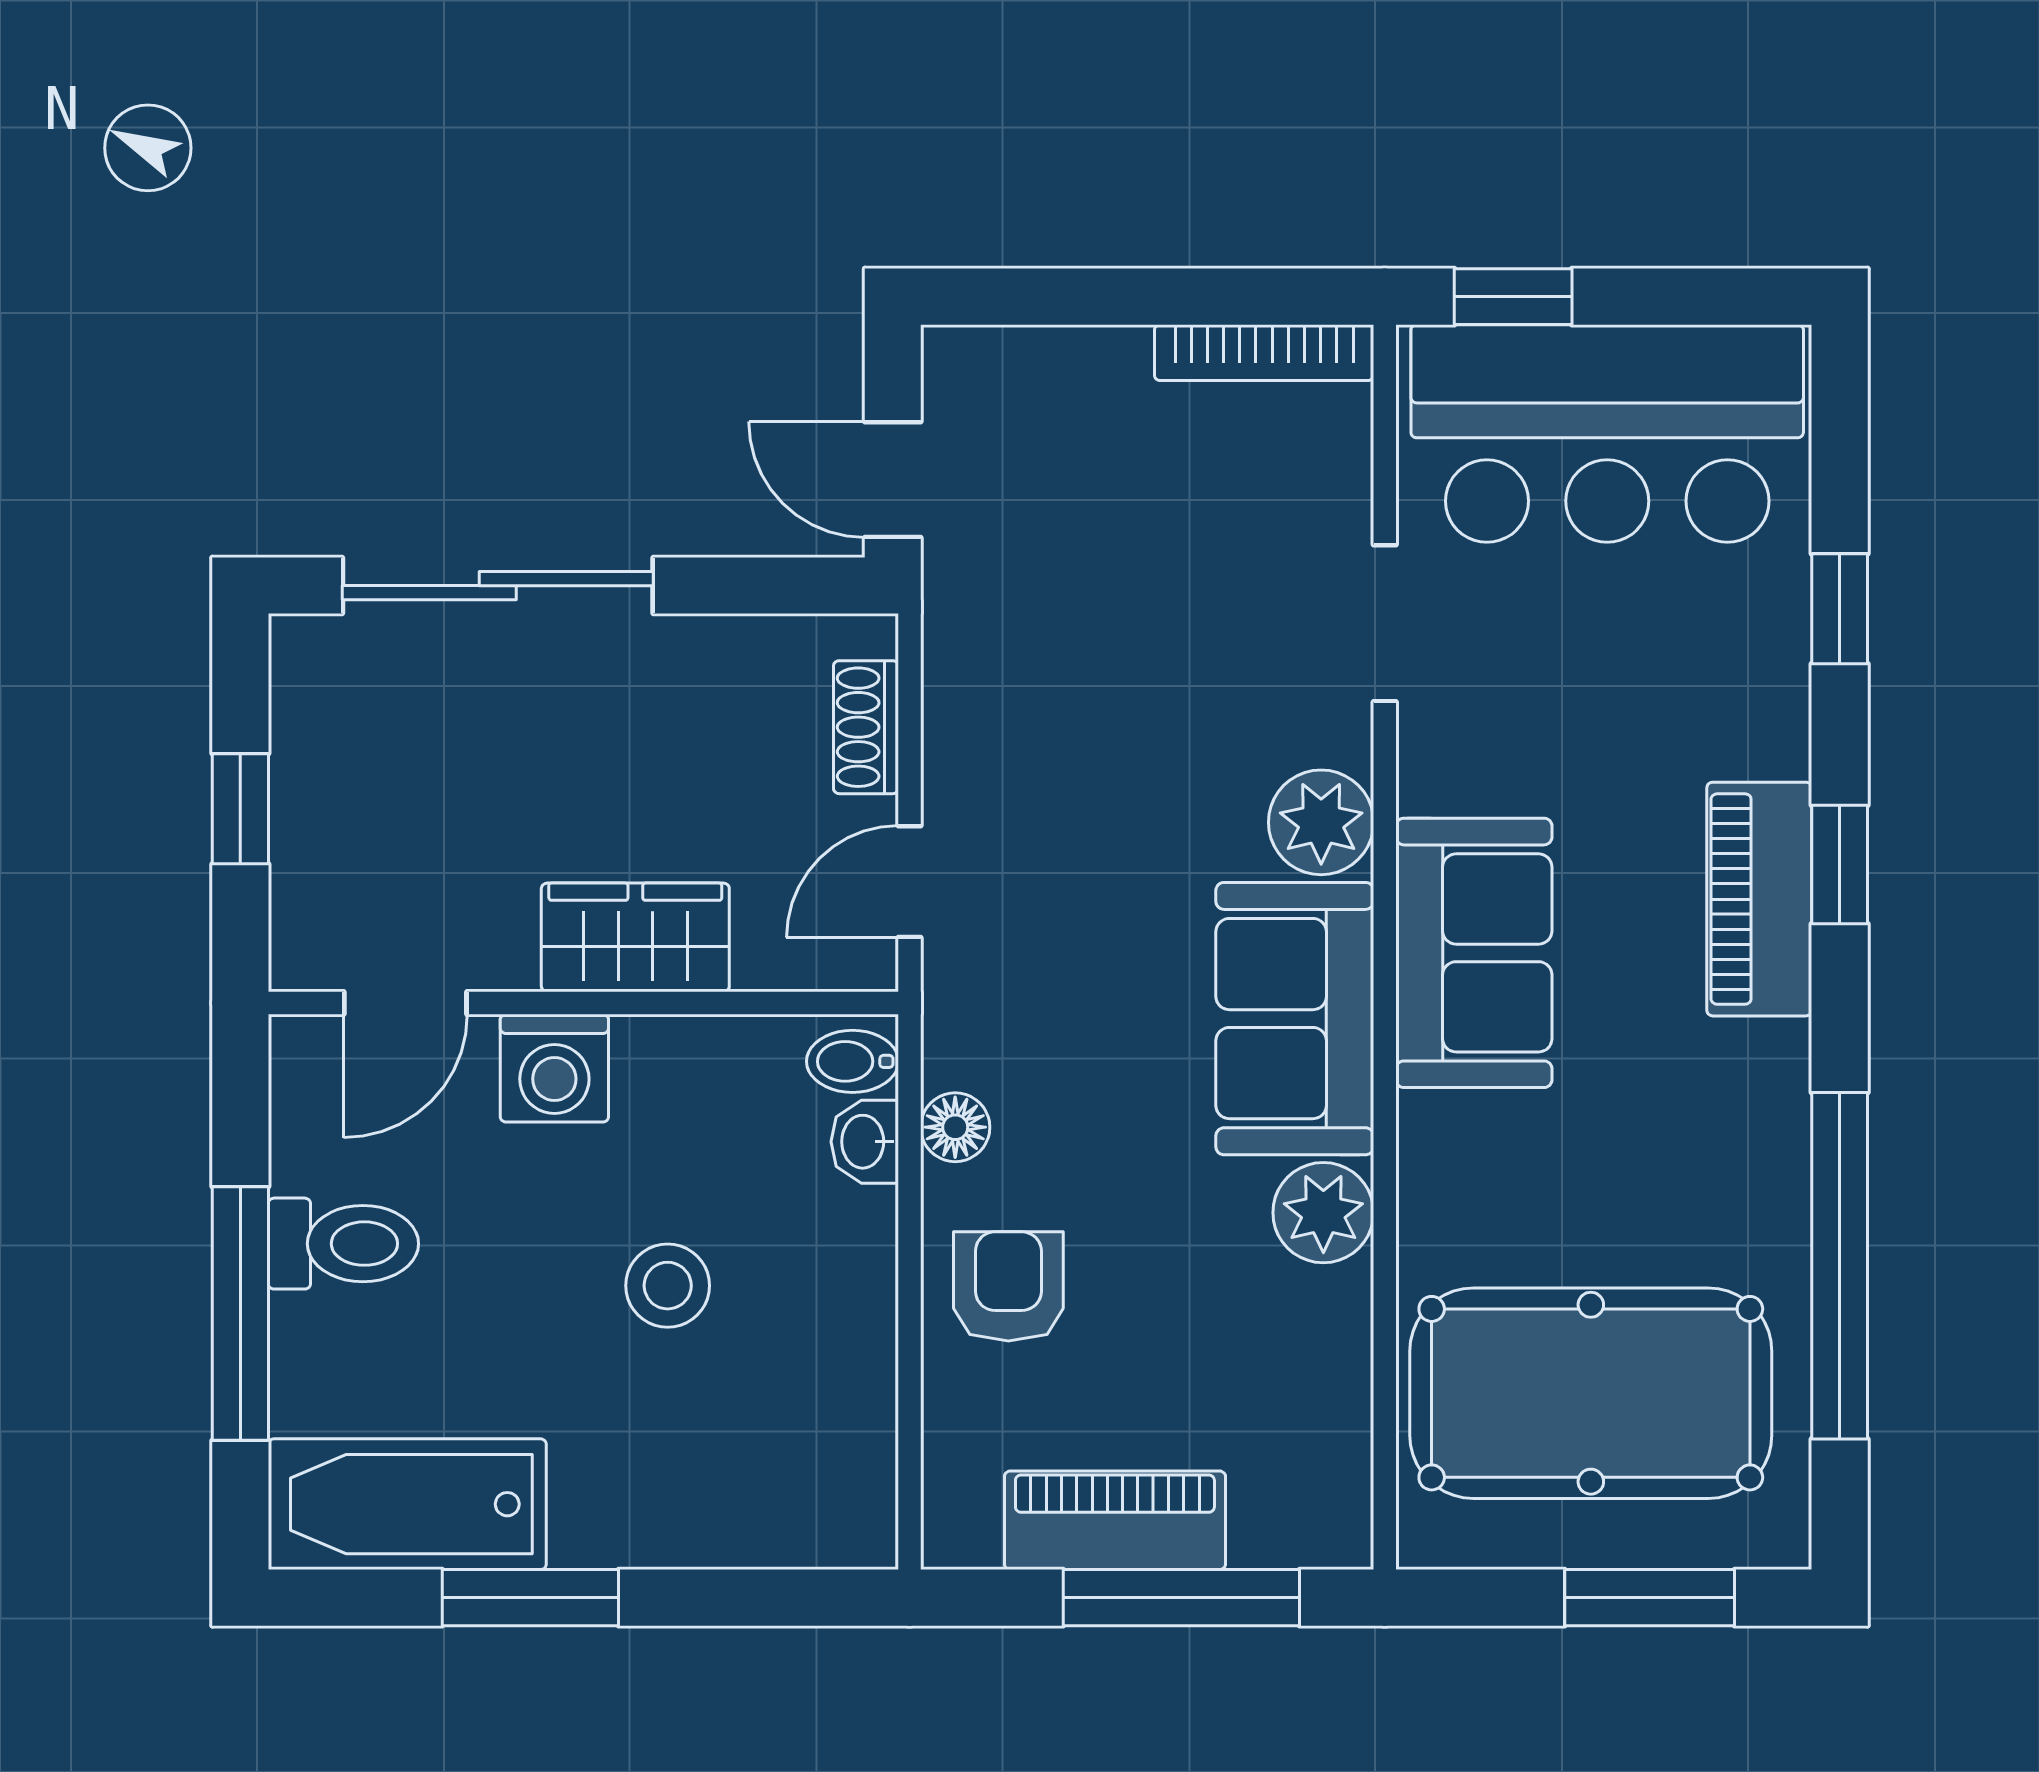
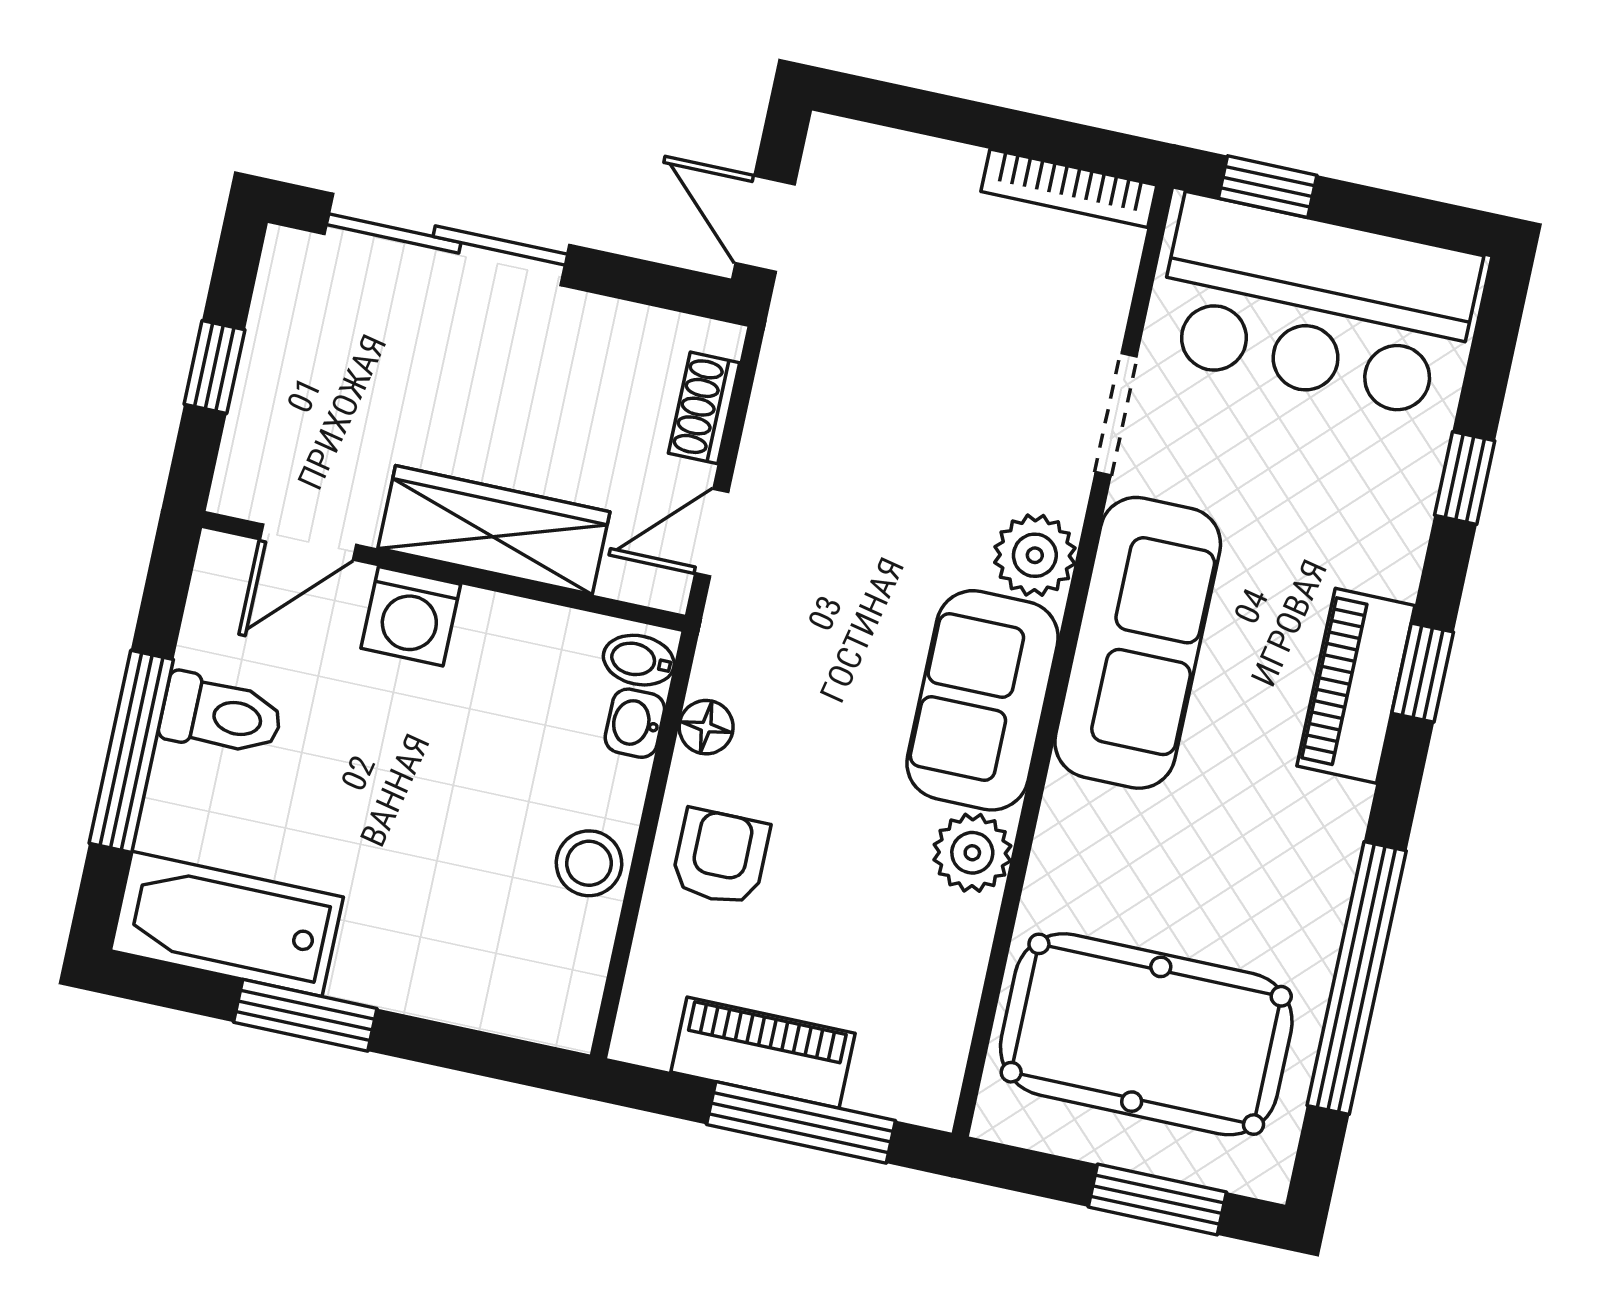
wardrobe: (635, 937) -> (494, 530), width x1.50
sofa: (1474, 953) -> (1138, 643), width x1.36
stool: (668, 1286) -> (589, 863), moved

